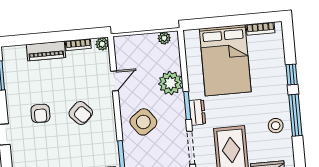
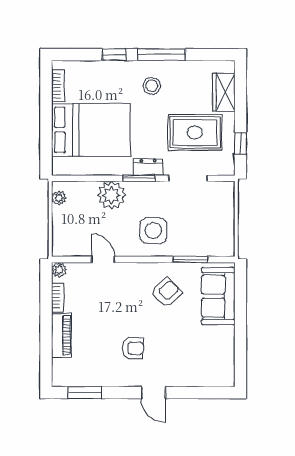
armchair: (81, 113) -> (166, 292), moved
side table: (143, 122) -> (153, 231), turned 36
stool: (276, 126) -> (152, 86), moved

